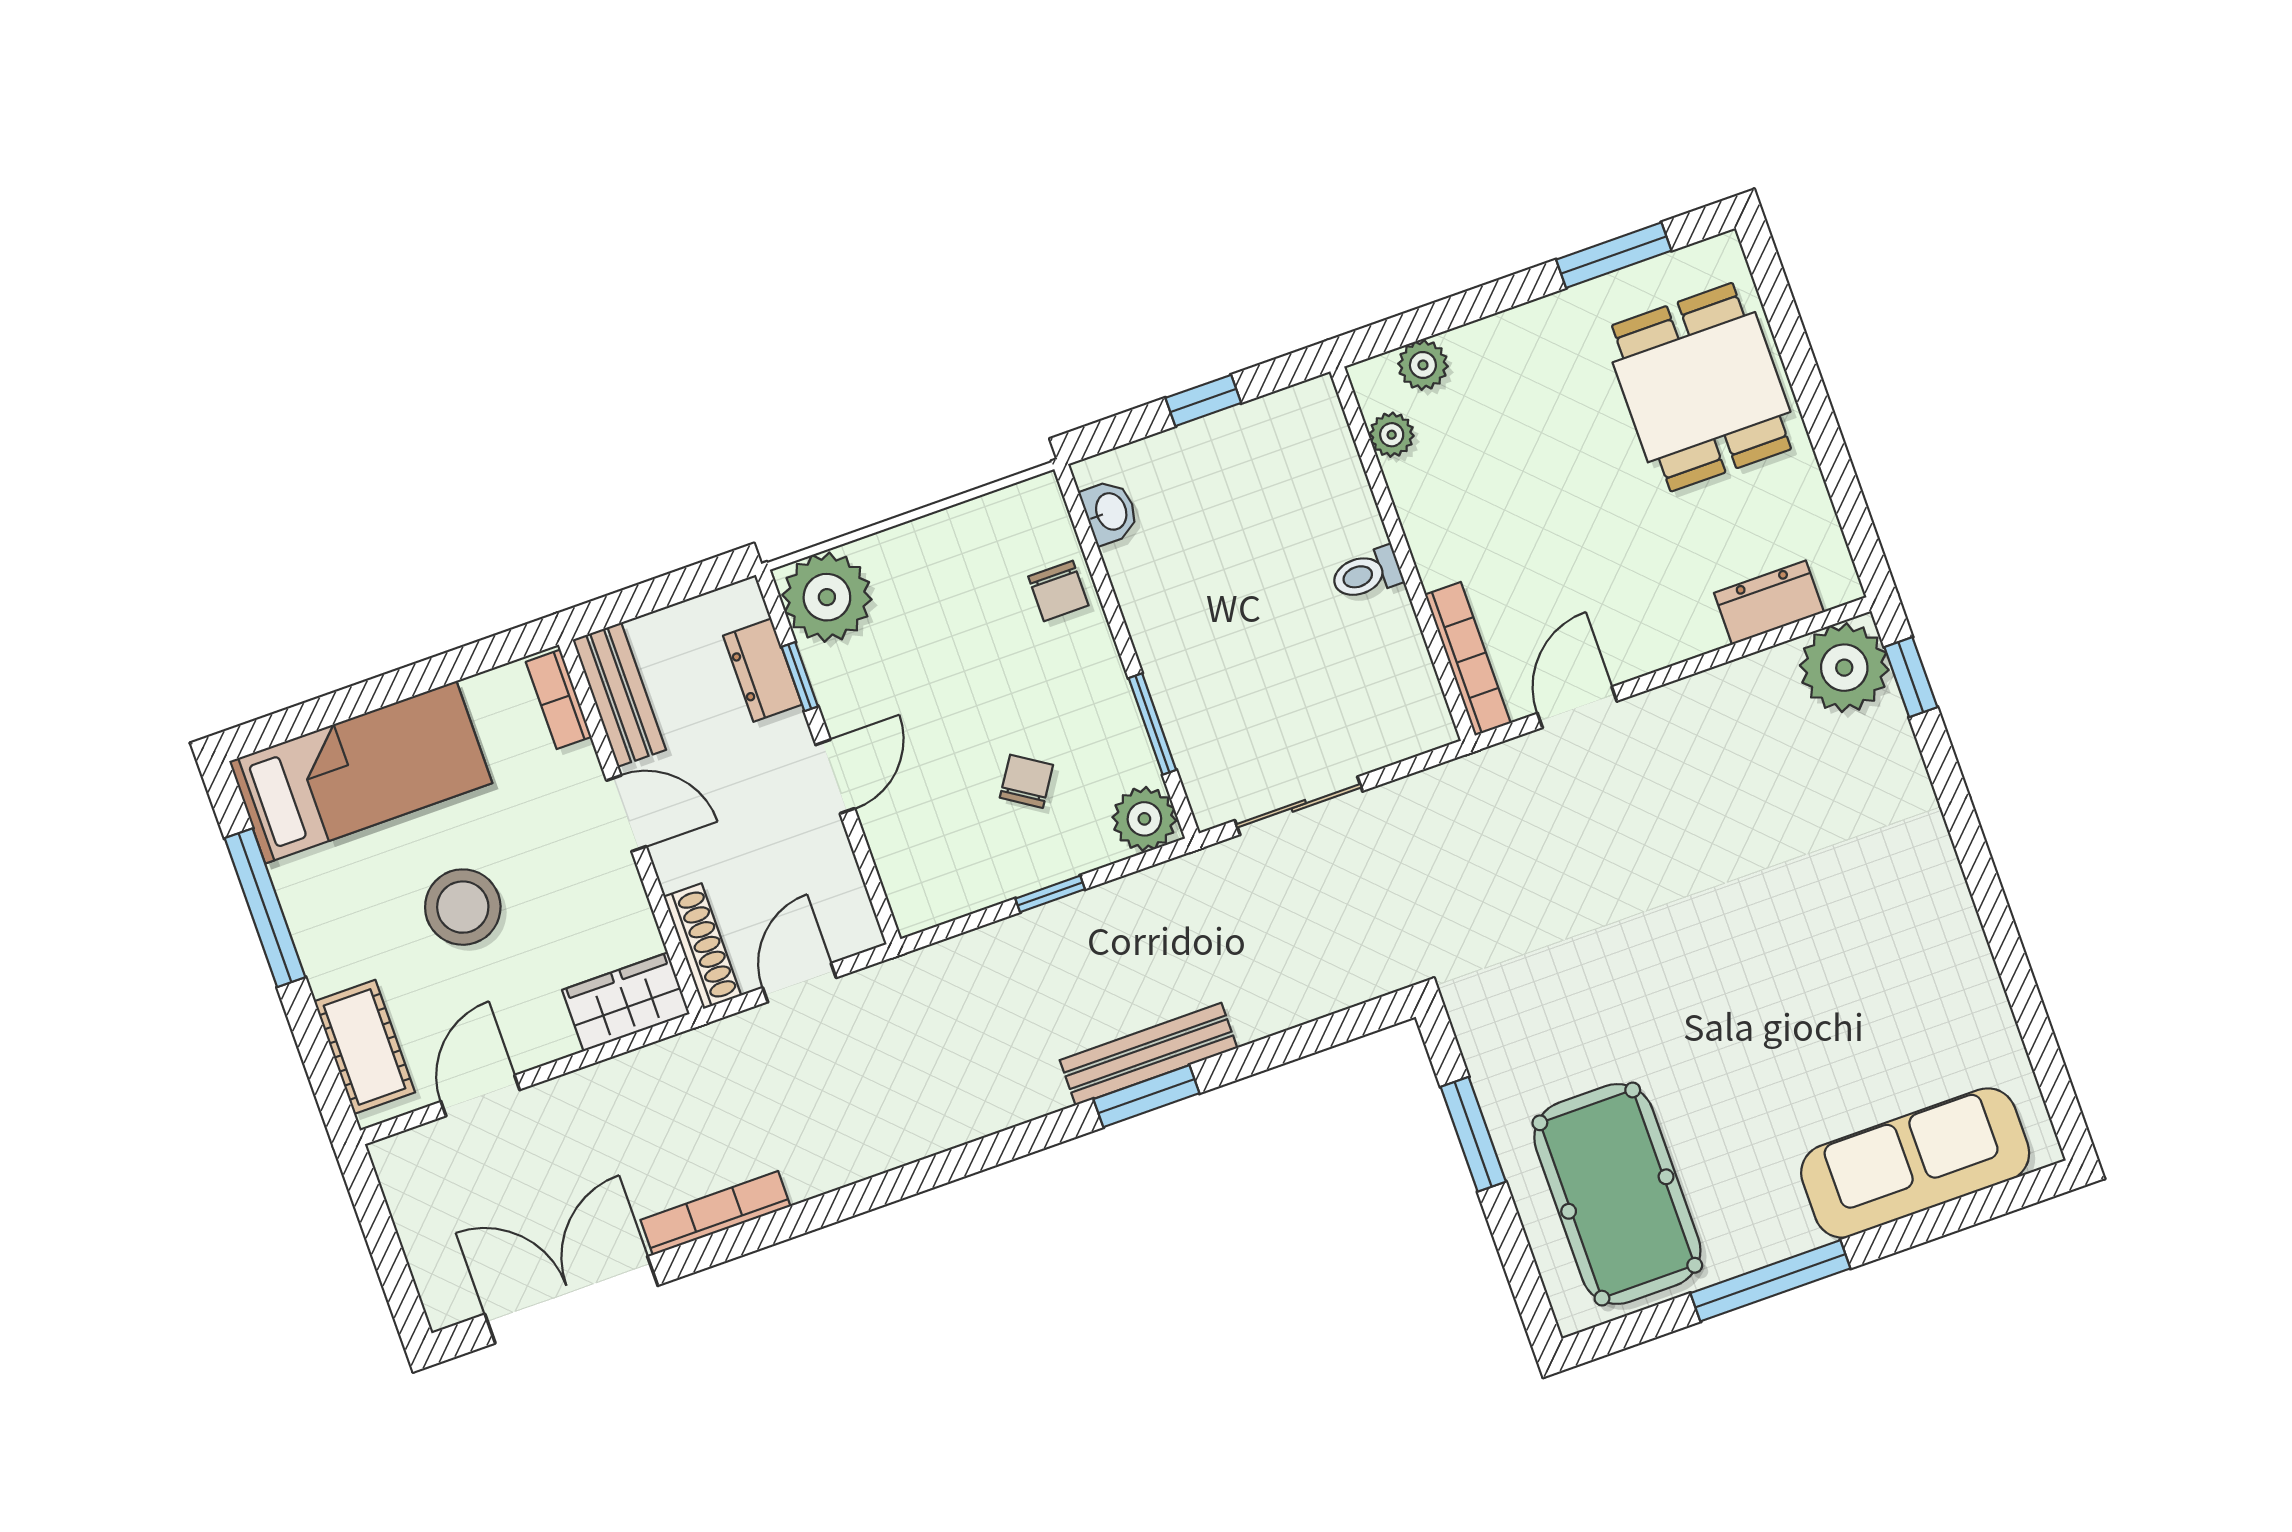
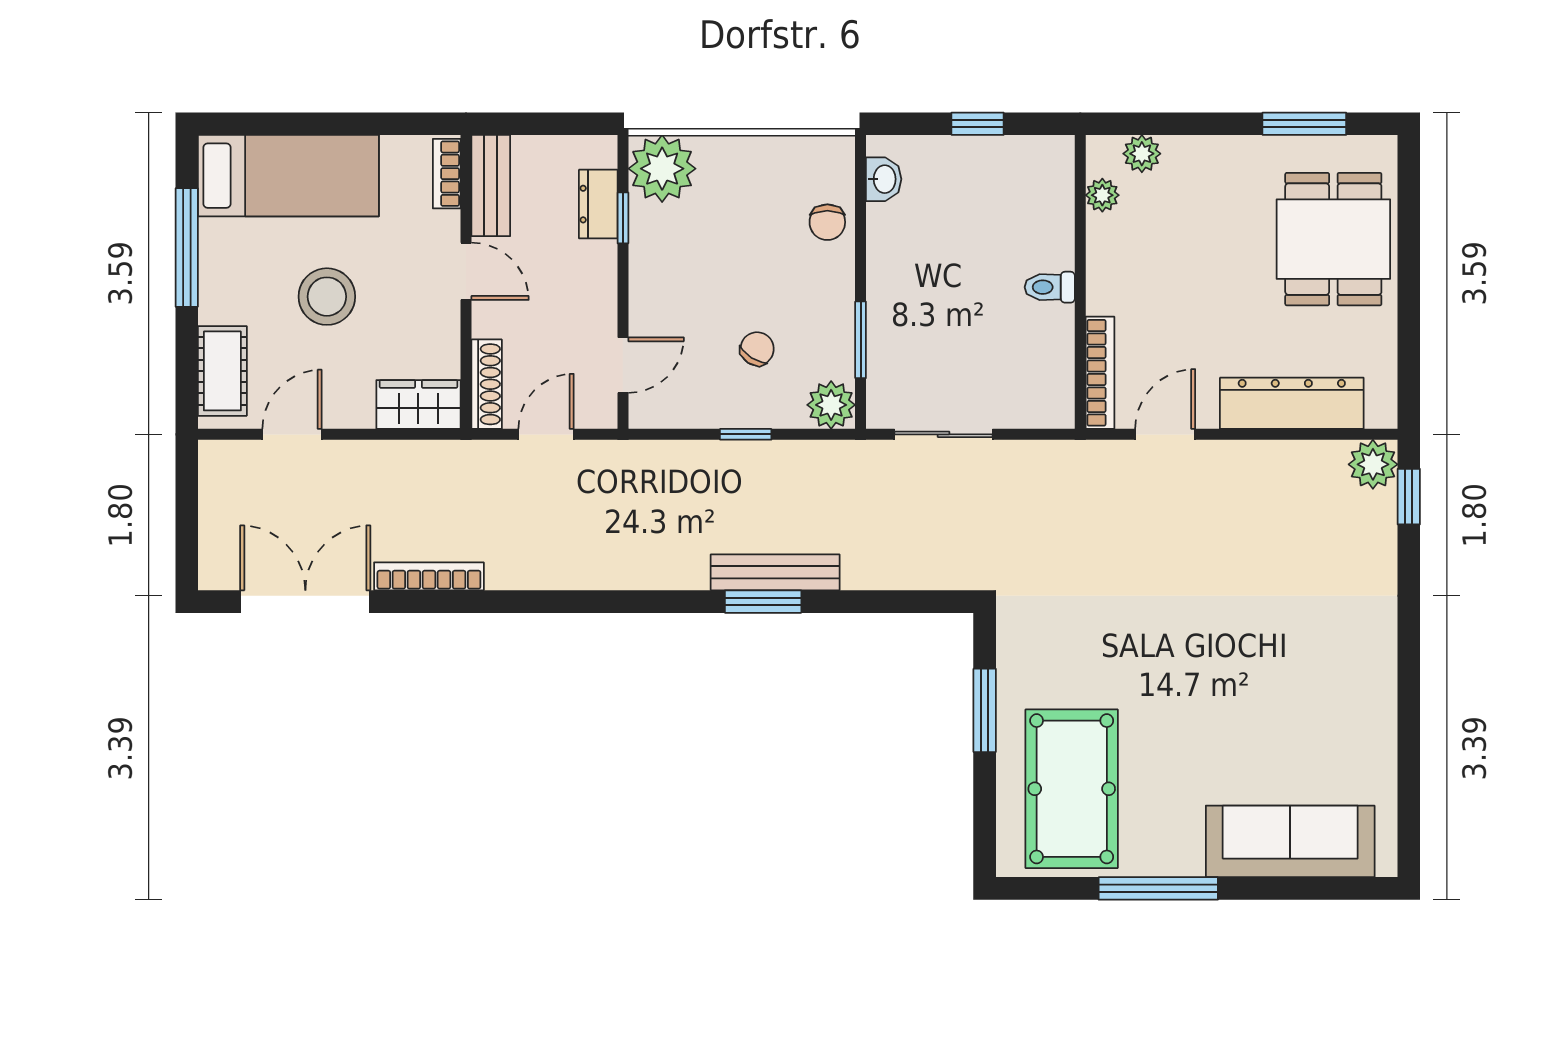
dresser: (1769, 603) -> (1292, 403), width x1.96, depth x1.24
plant: (1844, 668) -> (1373, 464), width x0.73, depth x0.73
door: (835, 777) -> (623, 365), moved

